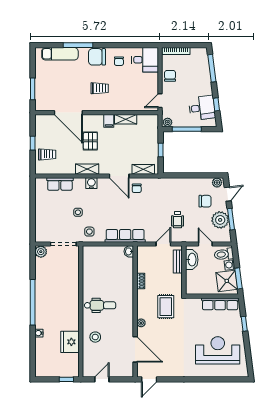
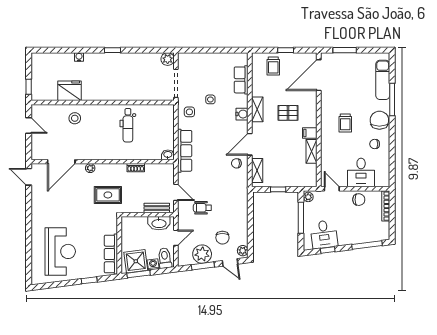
desk: (145, 60) -> (361, 172), moved
door: (68, 113) -> (319, 75), moved
window: (33, 302) -> (113, 50), width x0.32
dental chair: (100, 305) -> (128, 125), moved

